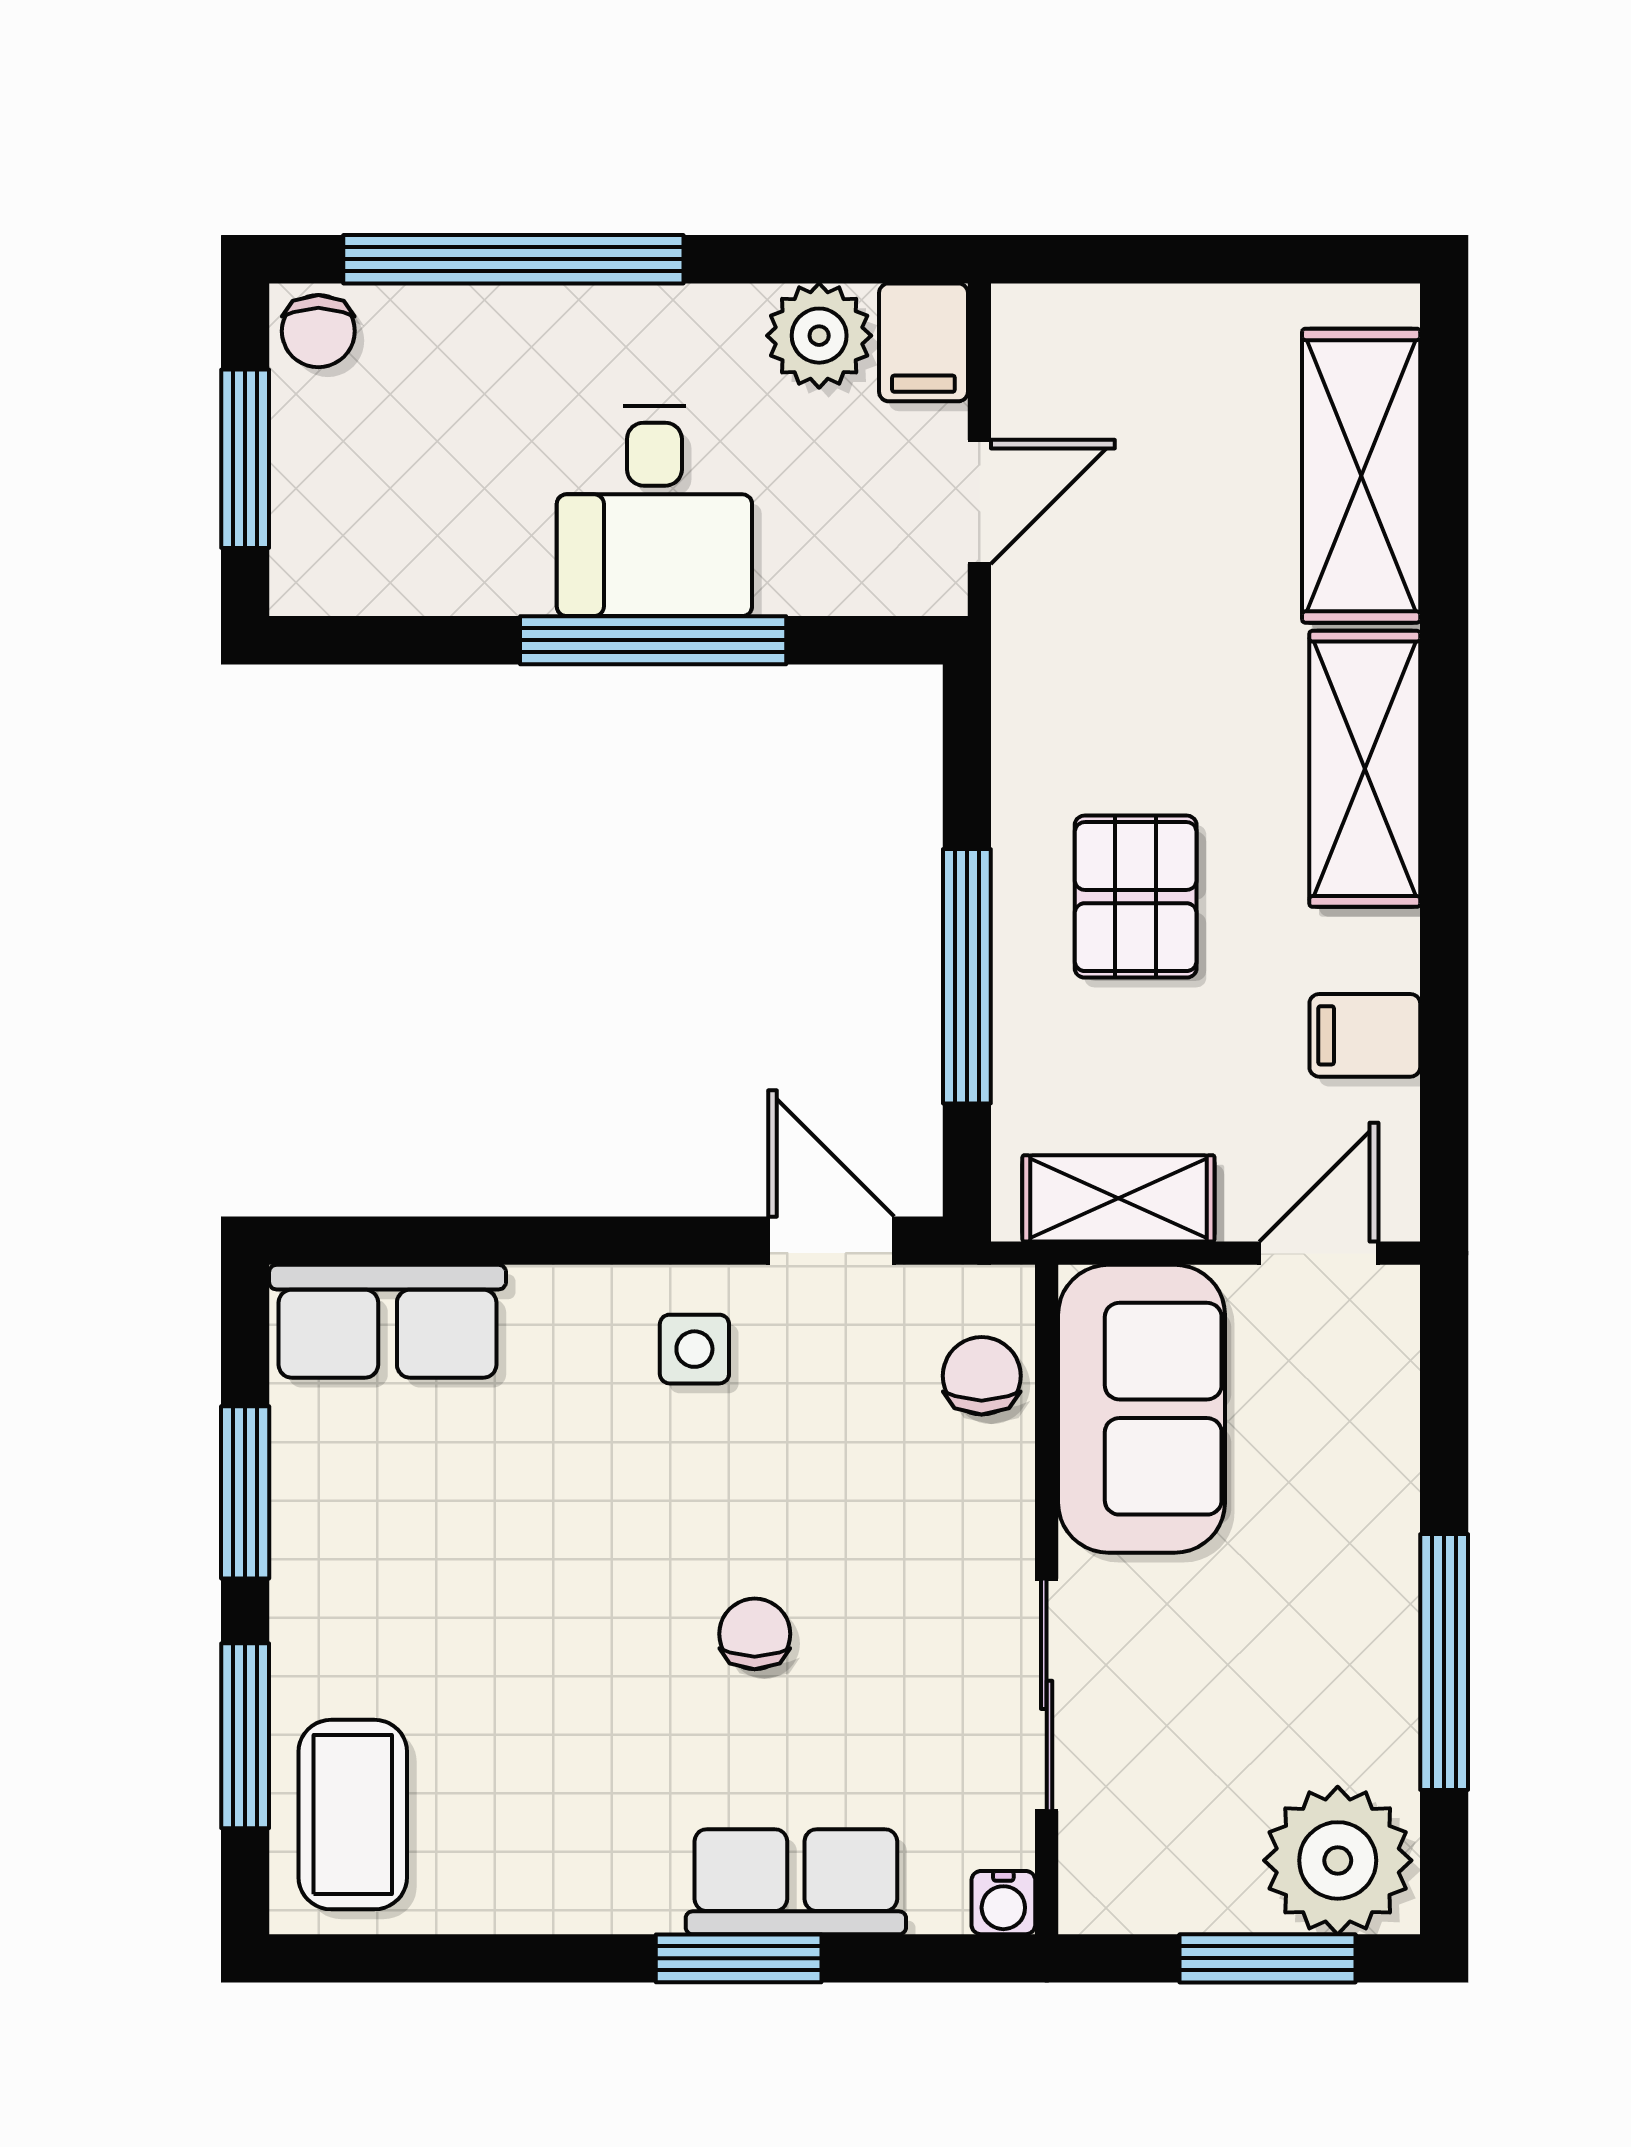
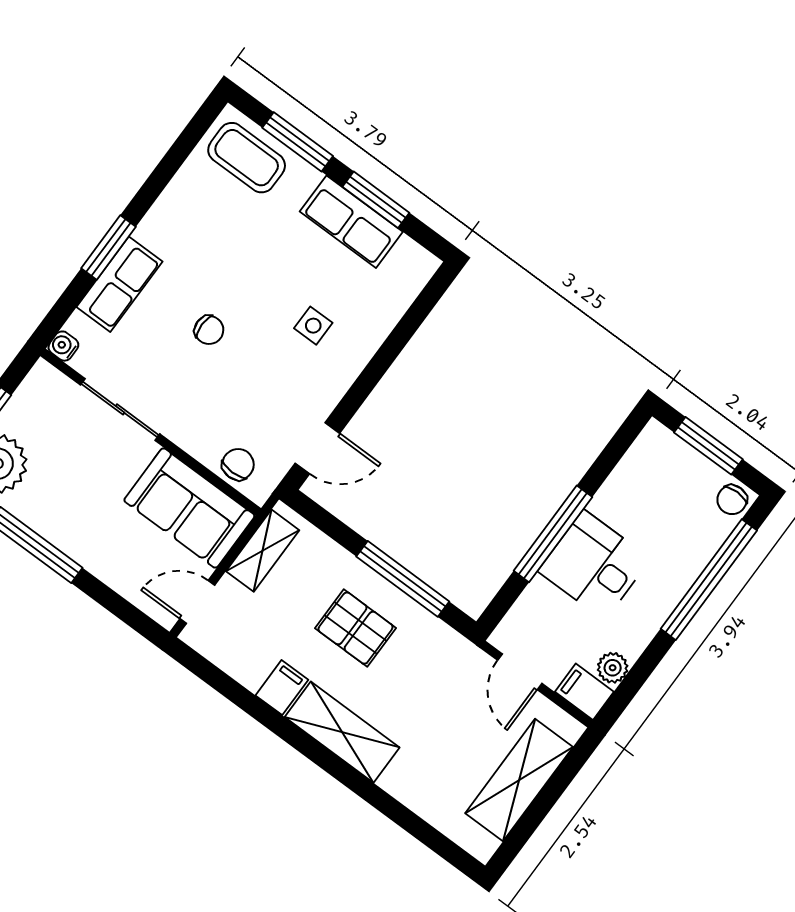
chair: (318, 331) -> (732, 500), turned -90
plant: (819, 336) -> (613, 668), width x0.73, depth x0.73
shelving: (1361, 476) -> (519, 780), moved, turned 90
window: (967, 976) -> (403, 579), moved
filing cabinet: (1365, 1035) -> (282, 688), moved
door: (1319, 1253) -> (197, 602), swing flipped
row of seats: (388, 1321) -> (351, 222), moved, turned -90
side table: (694, 1349) -> (313, 326), moved
chair: (982, 1376) -> (238, 464), turned -90

